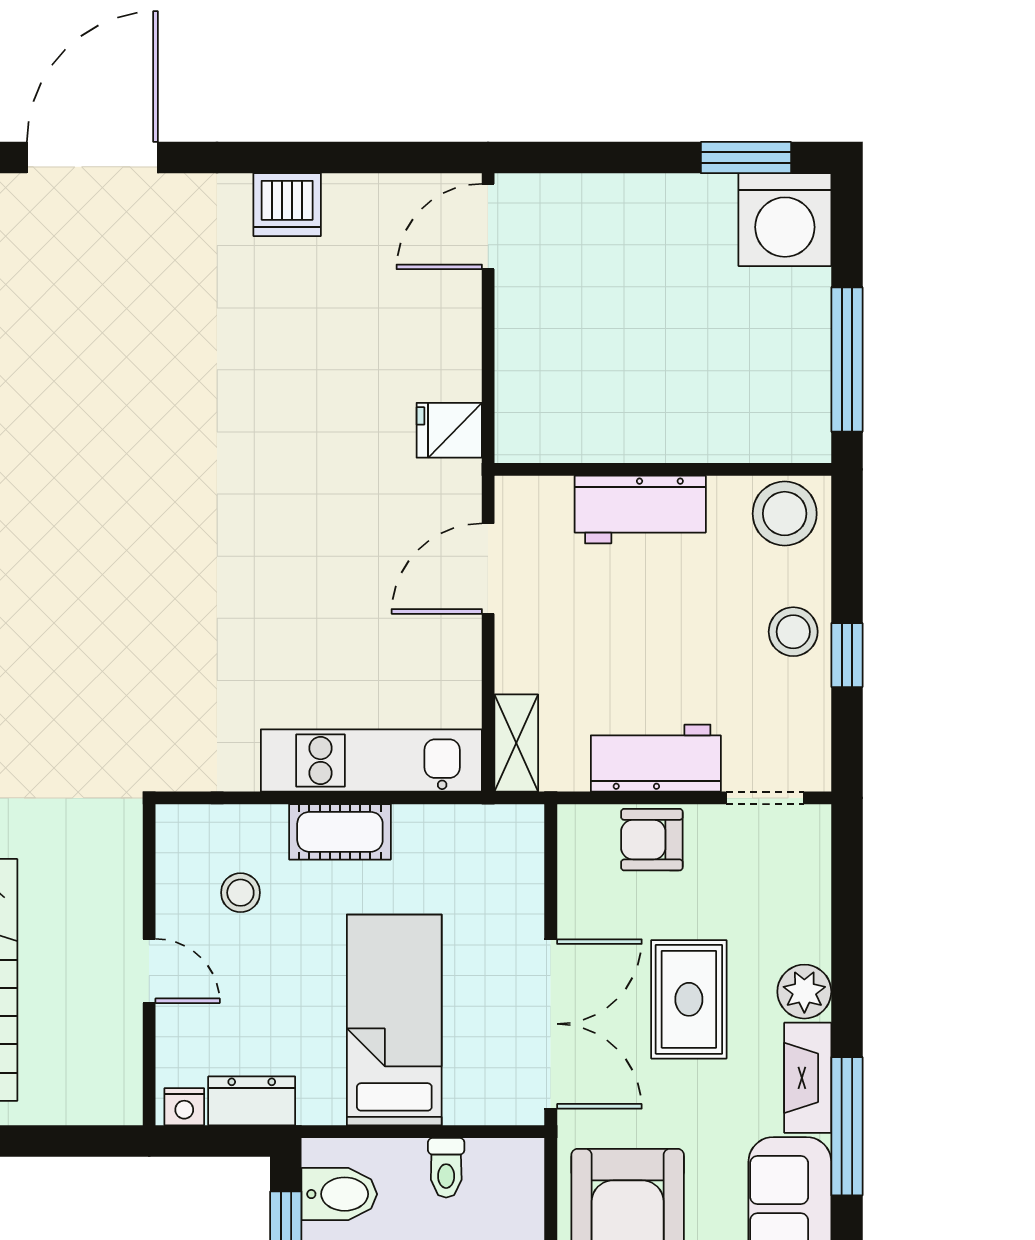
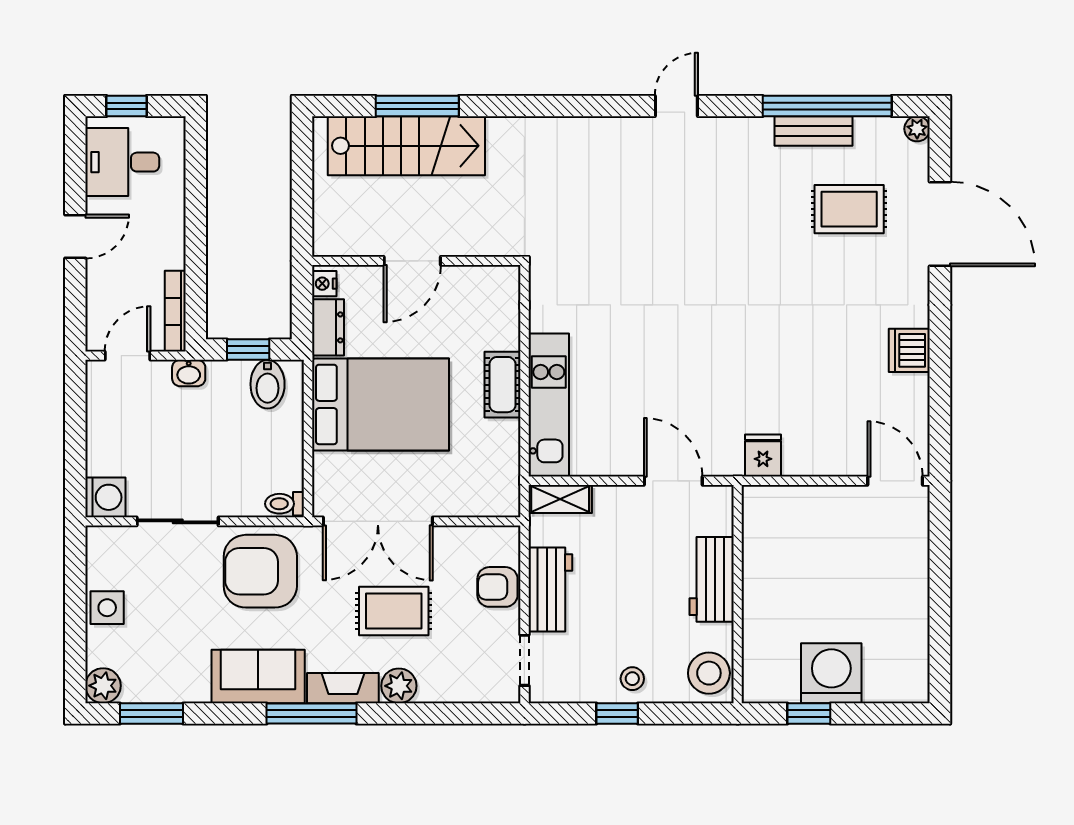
window: (746, 158) -> (940, 648), removed
washing machine: (785, 220) -> (831, 673), moved, turned 90
rug: (69, 297) -> (849, 209), added
window: (847, 360) -> (809, 713), width x0.46
stool: (793, 632) -> (632, 679), width x0.73, depth x0.73
armchair: (652, 840) -> (497, 587), turned -90
stool: (240, 893) -> (463, 320), removed
door: (149, 971) -> (412, 261), width x1.38
bed: (394, 1020) -> (380, 404), width x1.50
toilet: (446, 1168) -> (285, 504), moved

